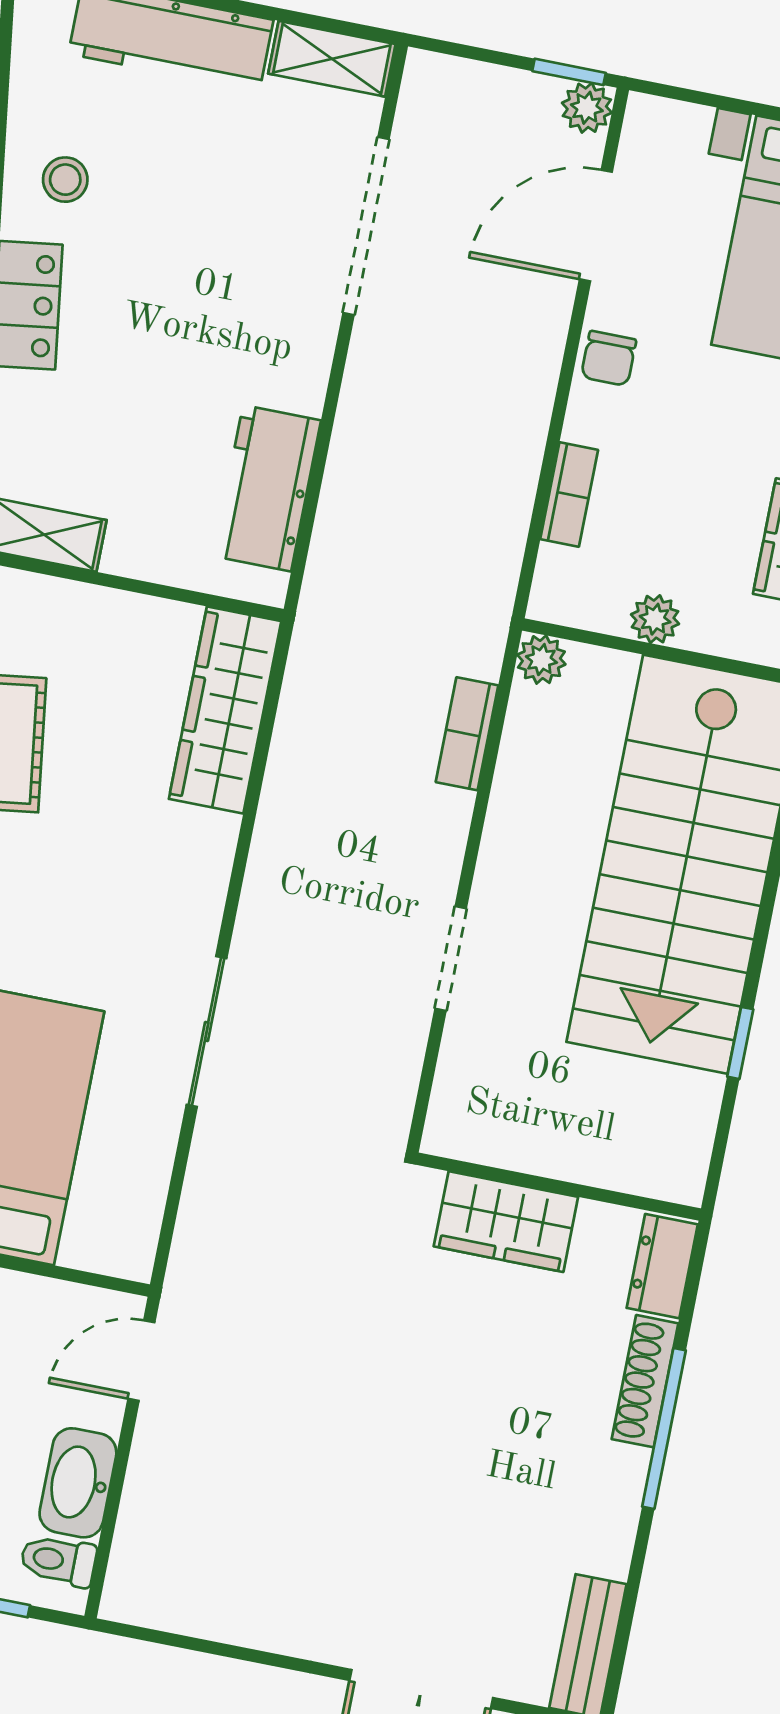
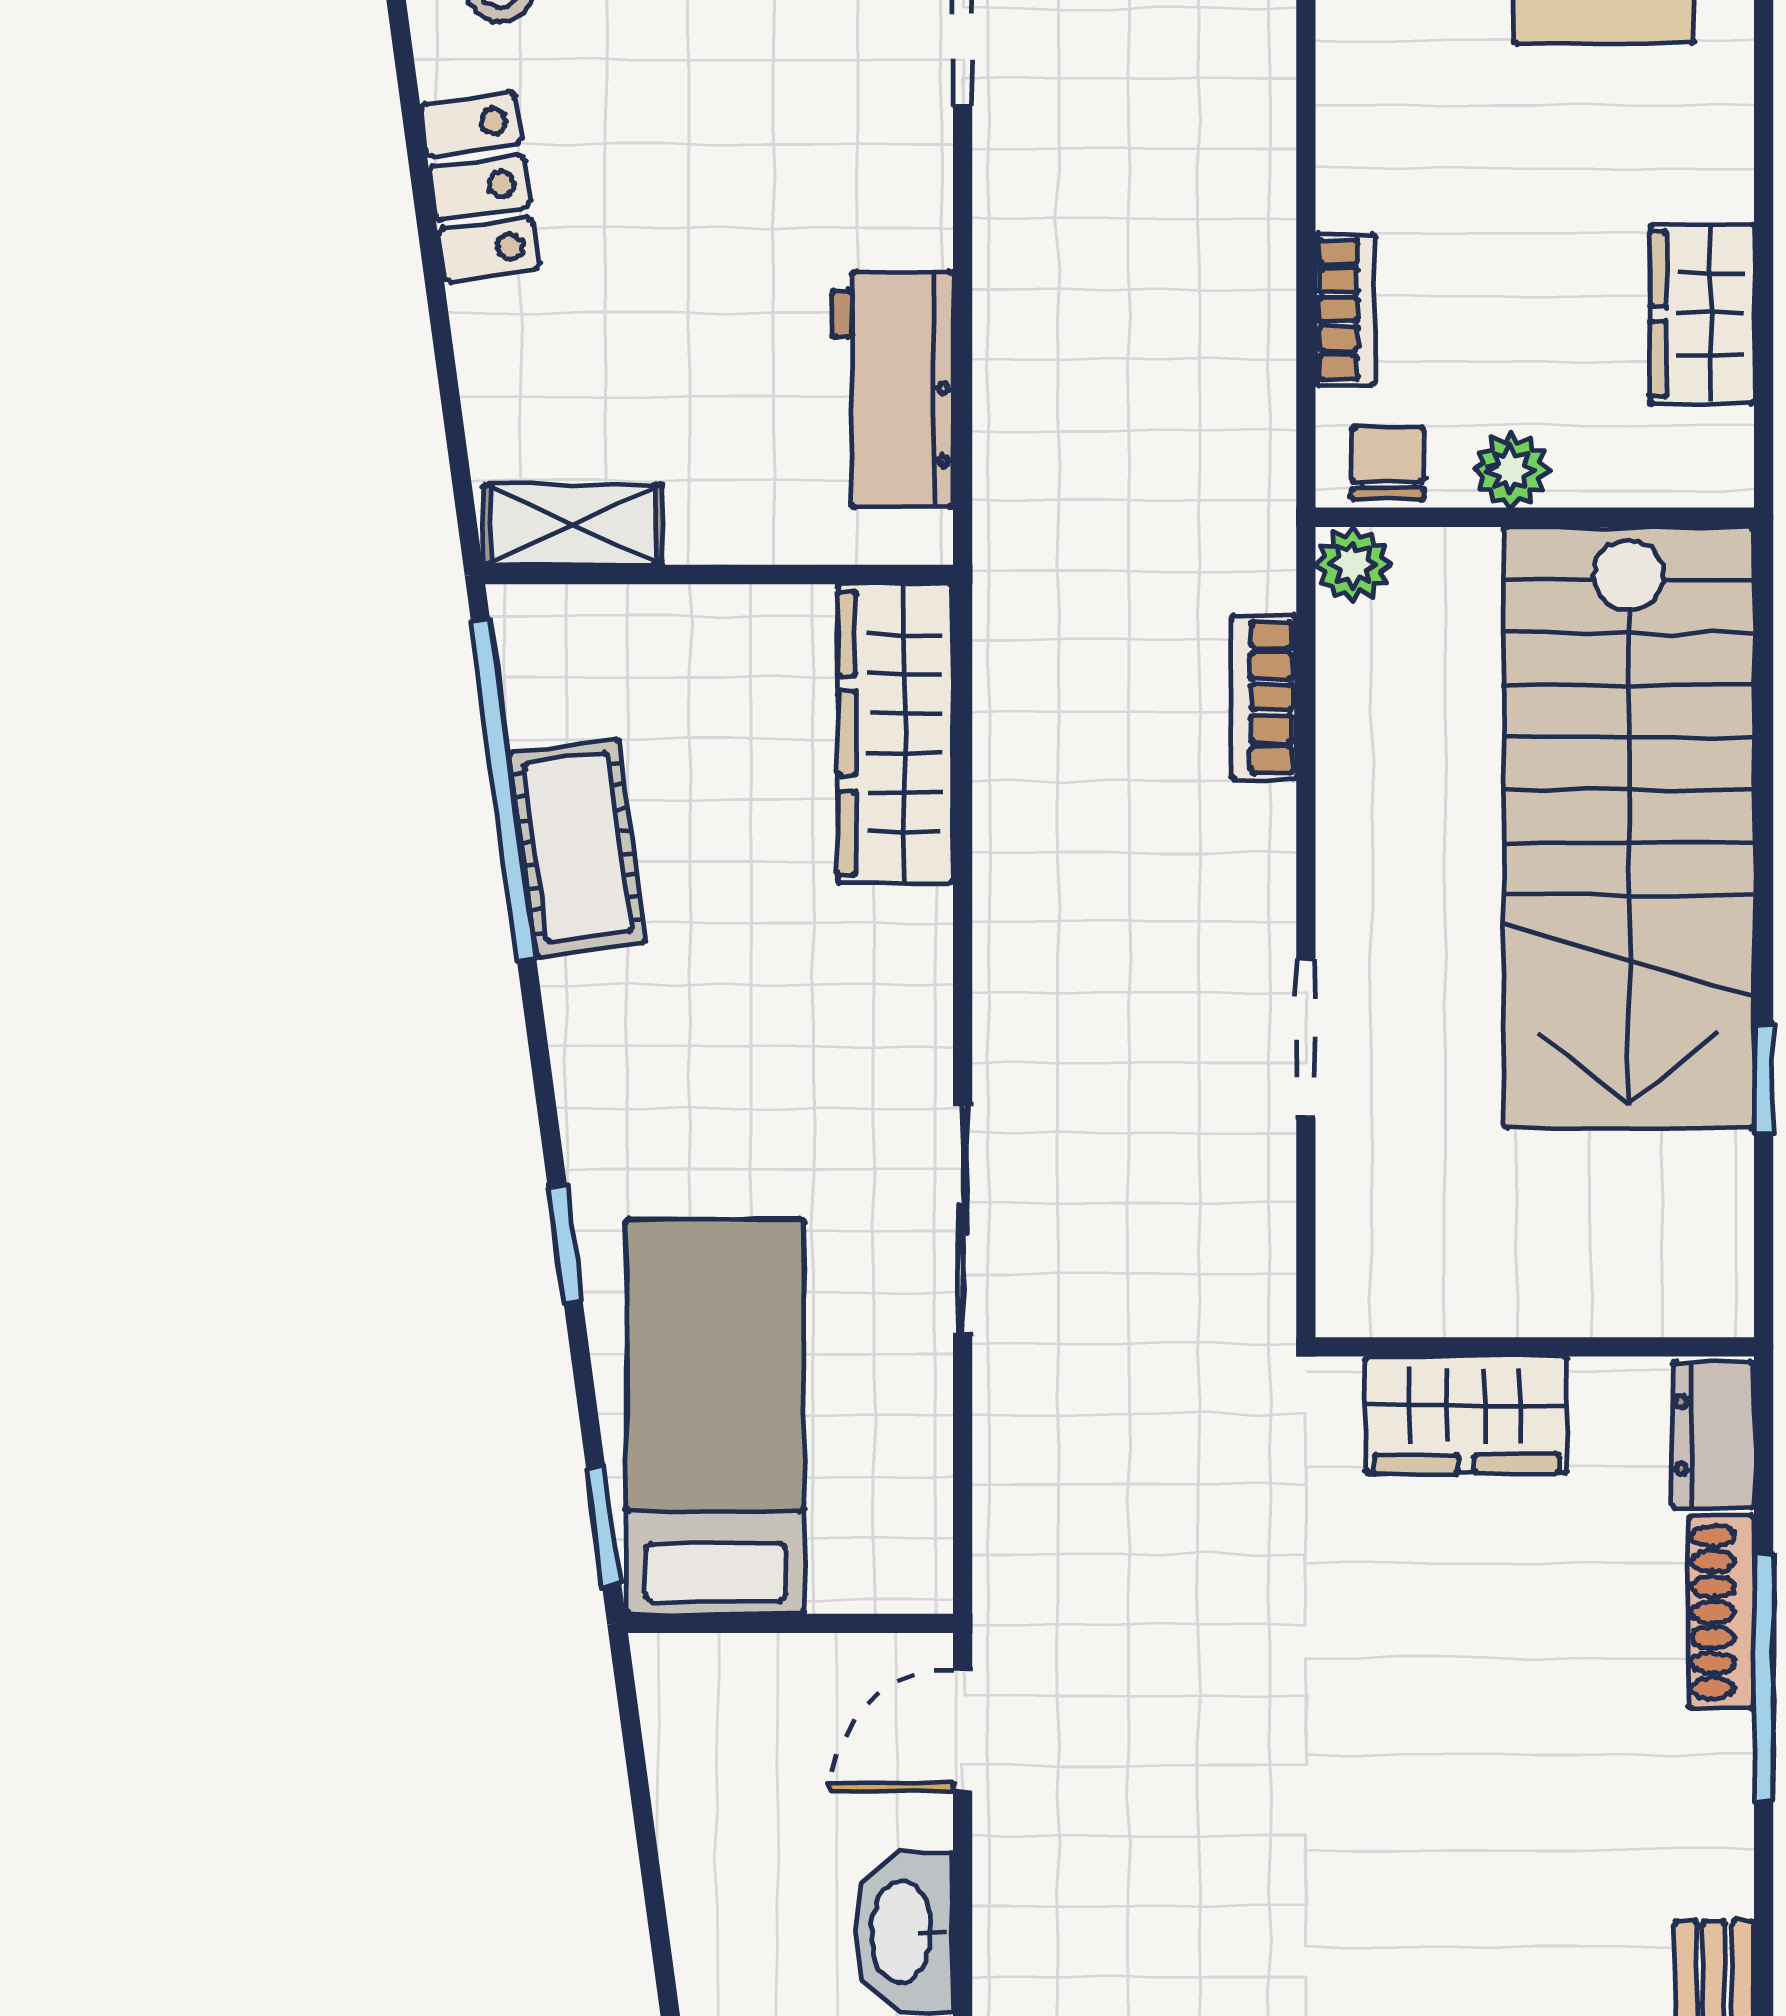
chair: (609, 358) -> (1388, 463), moved, turned 180

